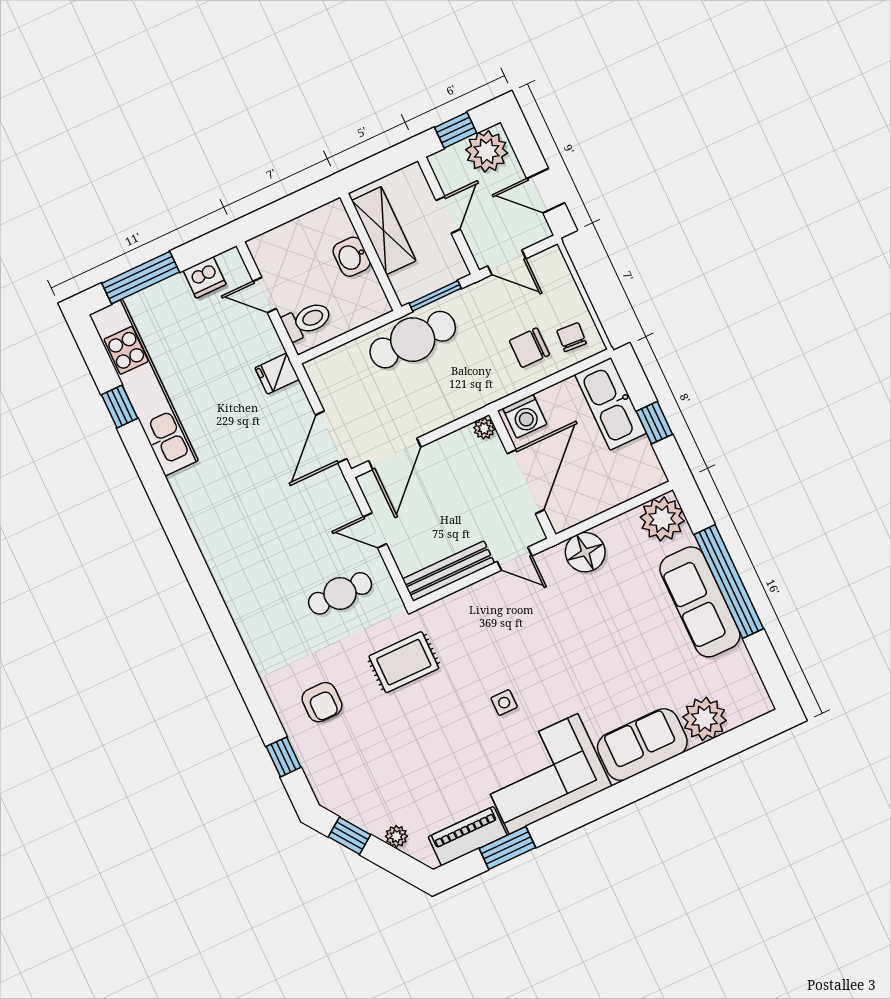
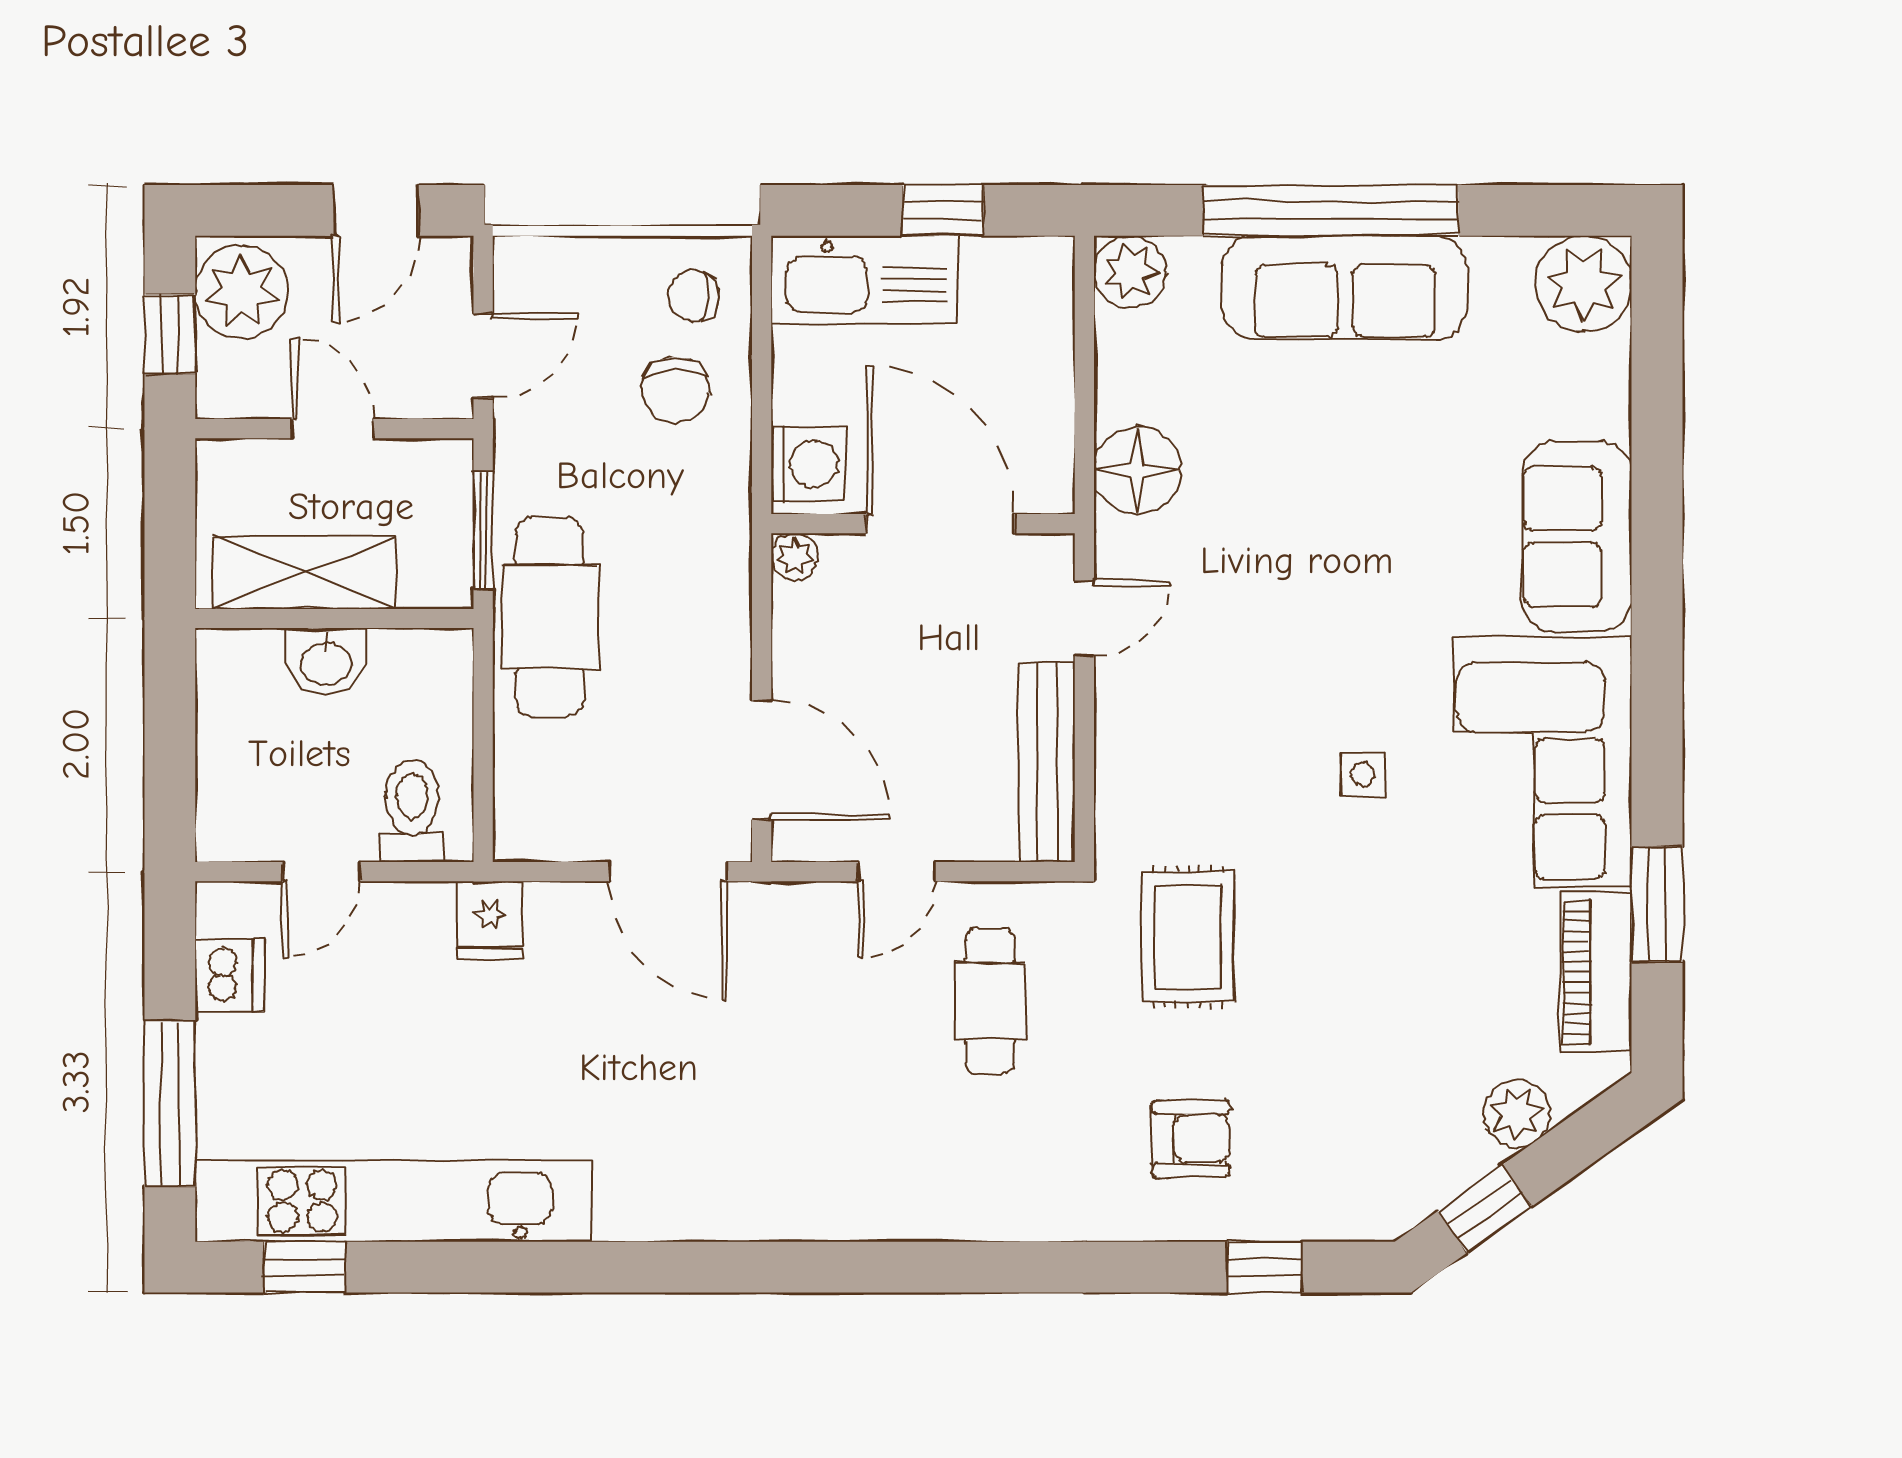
window: (119, 407) -> (305, 1267), moved
plant: (662, 519) -> (1130, 272), width x0.73, depth x0.73
plant: (704, 719) -> (1583, 284), moved
plant: (396, 836) -> (1517, 1114), width x1.38, depth x1.38

